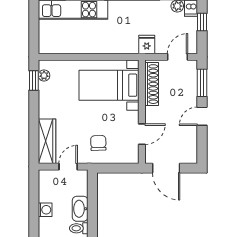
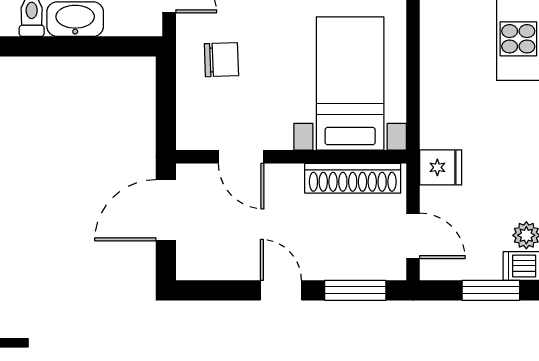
window: (202, 22) -> (491, 290), width x1.50

